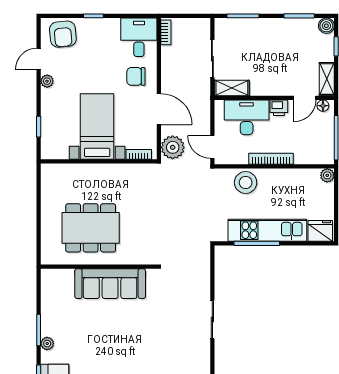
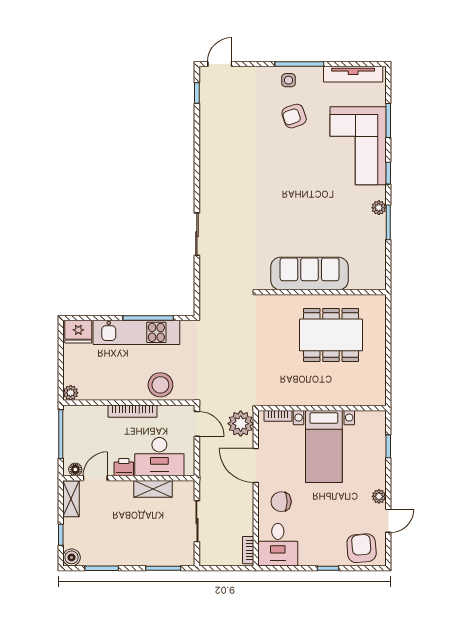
chair: (136, 76) -> (281, 502), turned 180
shelving: (232, 88) -> (153, 489), moved

